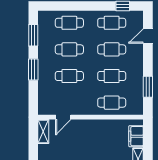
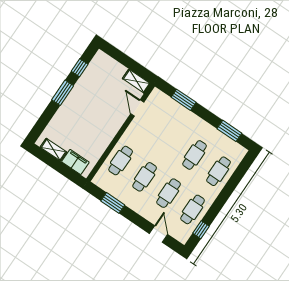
window: (33, 69) -> (184, 100), moved
cafe table: (69, 76) -> (171, 139), removed

